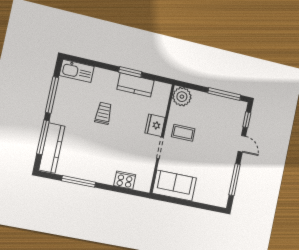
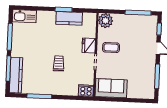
trolley: (103, 113) -> (59, 63), moved
cooker: (125, 180) -> (86, 91), moved

